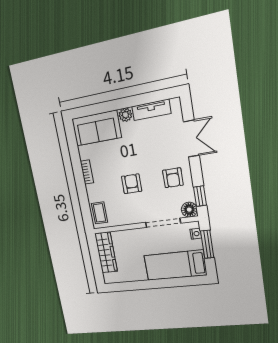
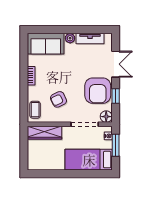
armchair: (173, 178) -> (98, 91), width x1.88, depth x1.88
armchair: (132, 184) -> (58, 99), moved, turned -116
window: (200, 196) -> (116, 96), moved
wardrobe: (106, 252) -> (45, 133), moved, turned 90

